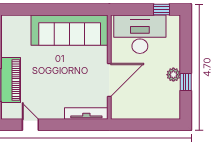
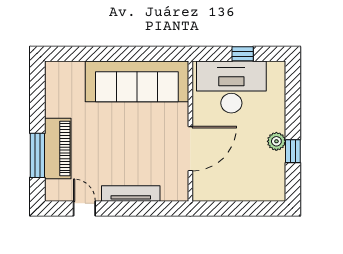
window: (161, 9) -> (243, 54), moved
tv unit: (86, 113) -> (131, 193), moved

